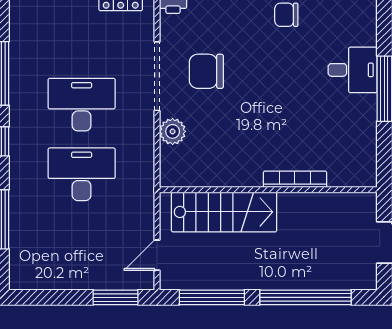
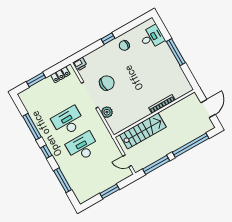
desk: (353, 70) -> (152, 37), moved
chair: (206, 71) -> (107, 83), turned 180
door: (157, 255) -> (127, 161), hinge flipped
window: (115, 297) -> (110, 191), moved

